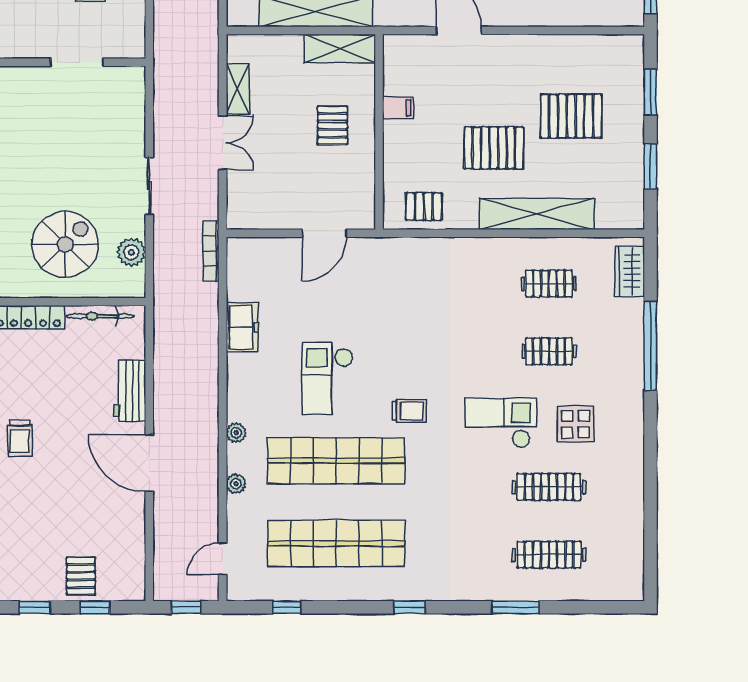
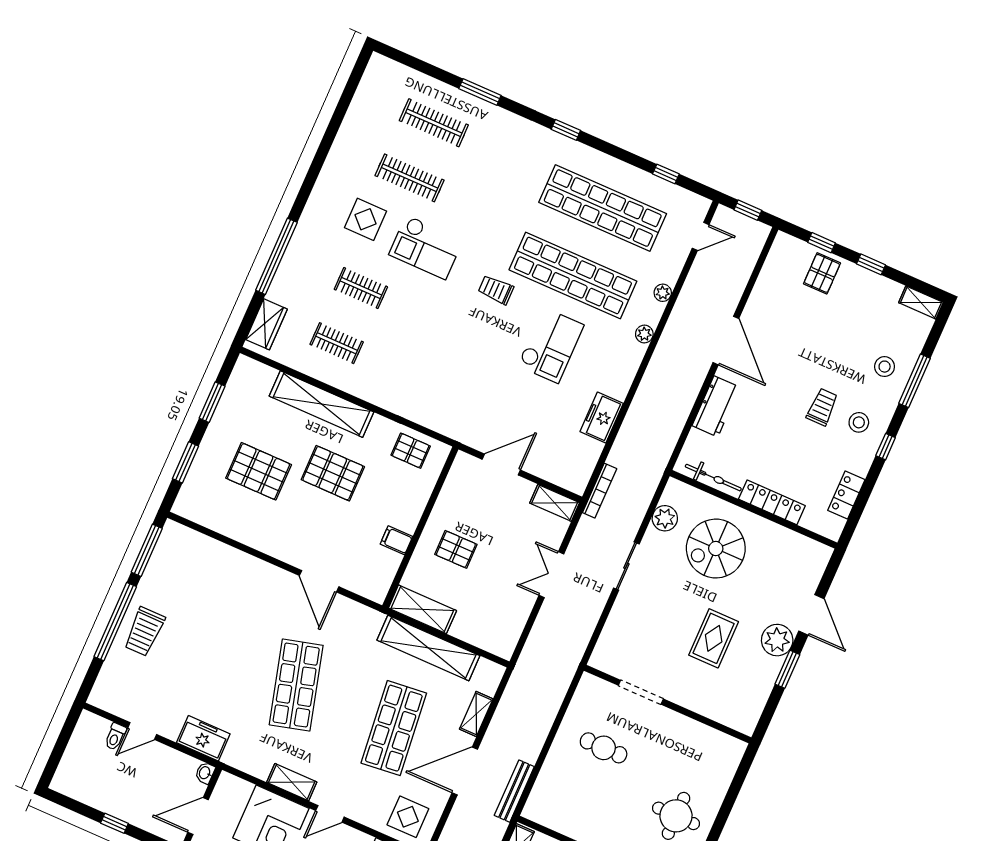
shelving: (238, 89) -> (555, 503), moved, turned 90
pallet: (332, 125) -> (456, 549), turned 90
rug: (27, 151) -> (714, 638), added

